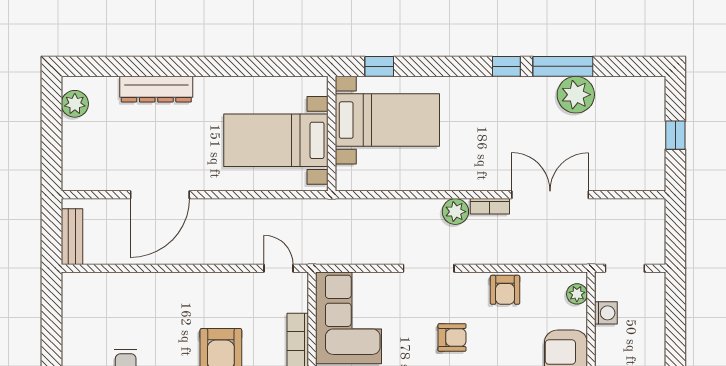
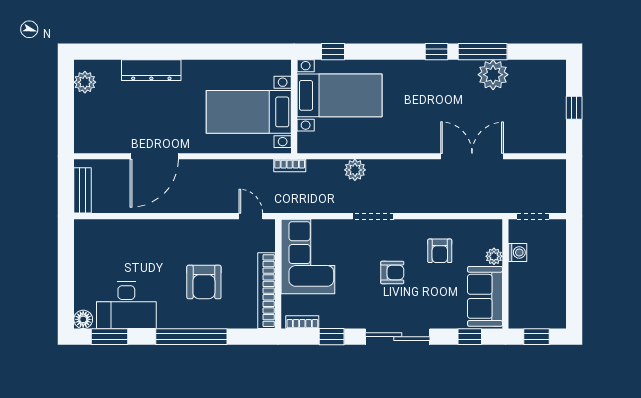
bookcase: (490, 206) -> (290, 166), moved
plant: (455, 212) -> (355, 170), moved
armchair: (505, 290) -> (440, 251), moved
plant: (577, 294) -> (494, 256), moved

